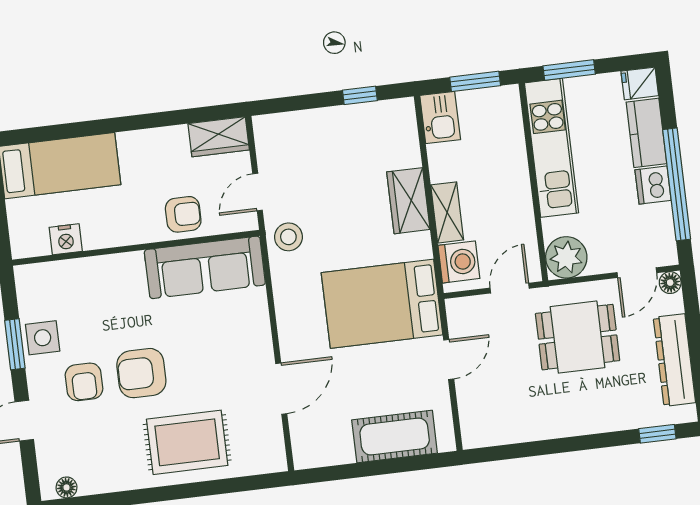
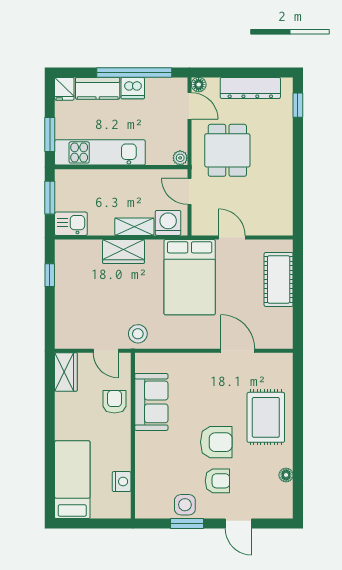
plant: (566, 257) -> (180, 158), width x0.53, depth x0.53
sofa: (205, 267) -> (151, 402), width x0.73
armchair: (141, 373) -> (216, 442), turned -90
floor lamp: (67, 487) -> (286, 475), moved

